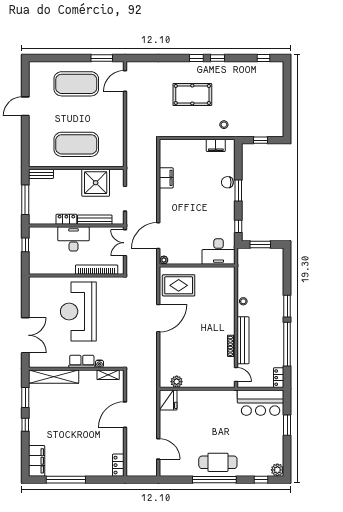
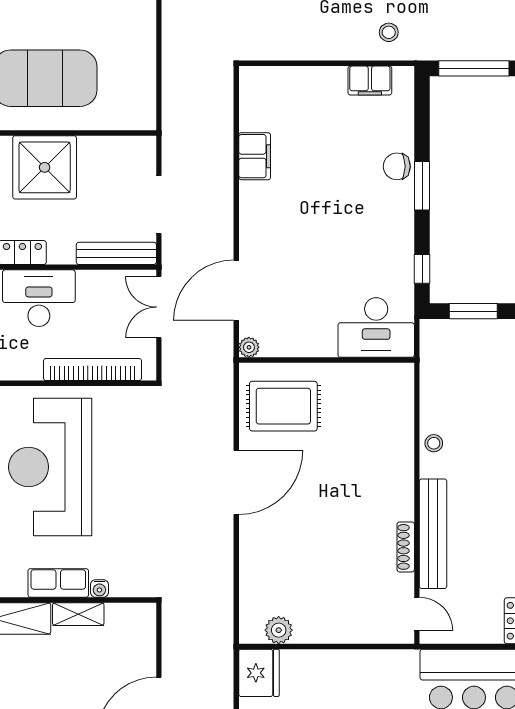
window: (260, 140) -> (474, 68), width x2.17
shower: (96, 183) -> (45, 167), moved
bench: (95, 220) -> (116, 253), moved
shelving: (108, 375) -> (78, 614), moved

